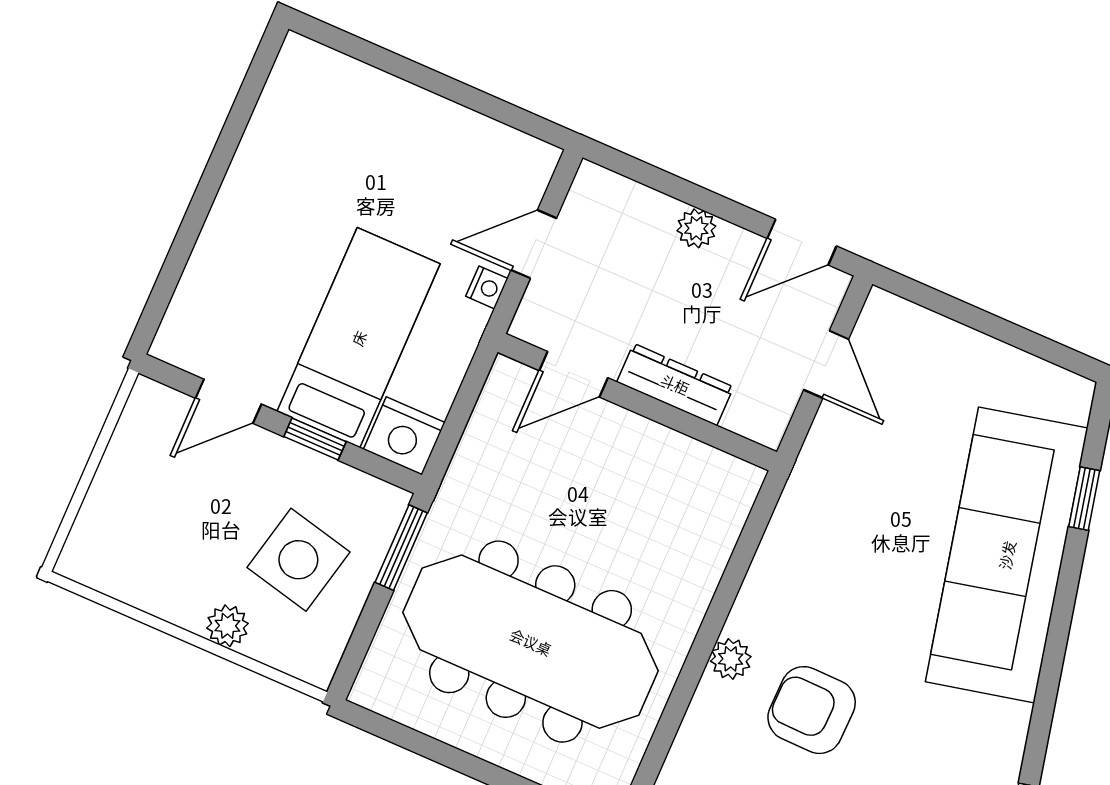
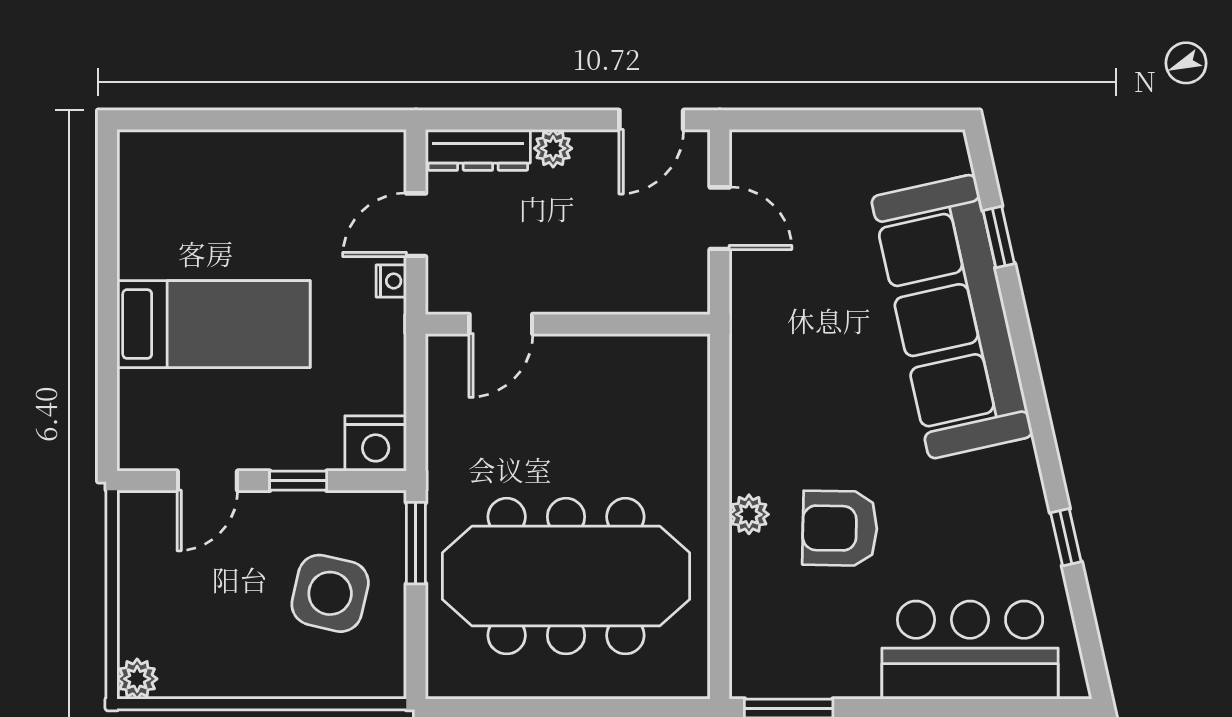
bed: (359, 338) -> (214, 324), moved, turned 90
dresser: (675, 384) -> (478, 150), moved, turned 180
plant: (227, 626) -> (137, 679), moved

